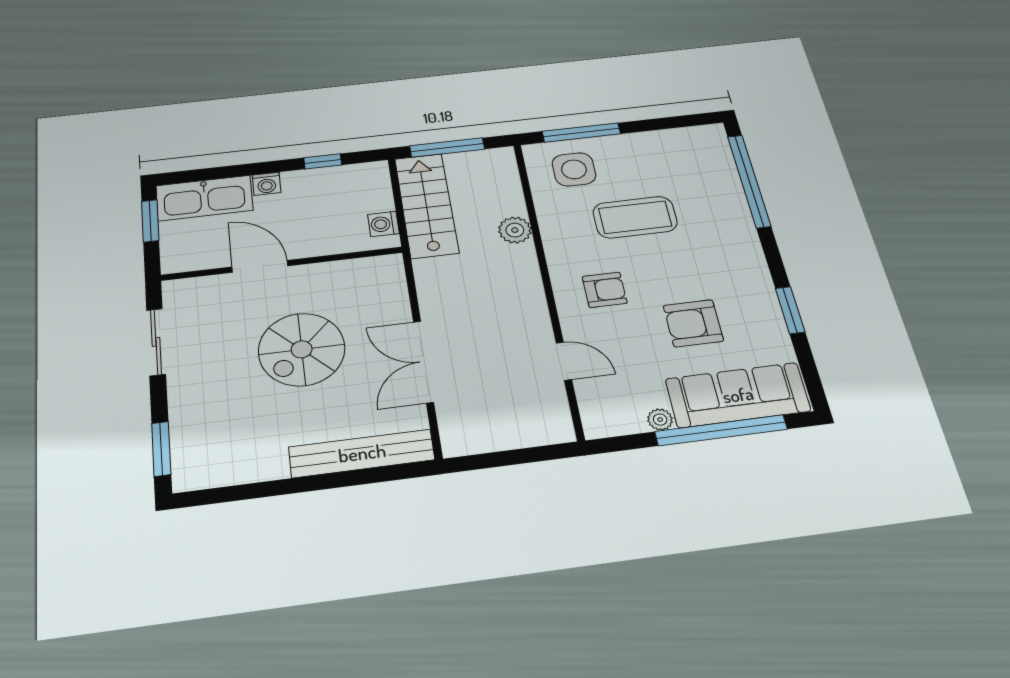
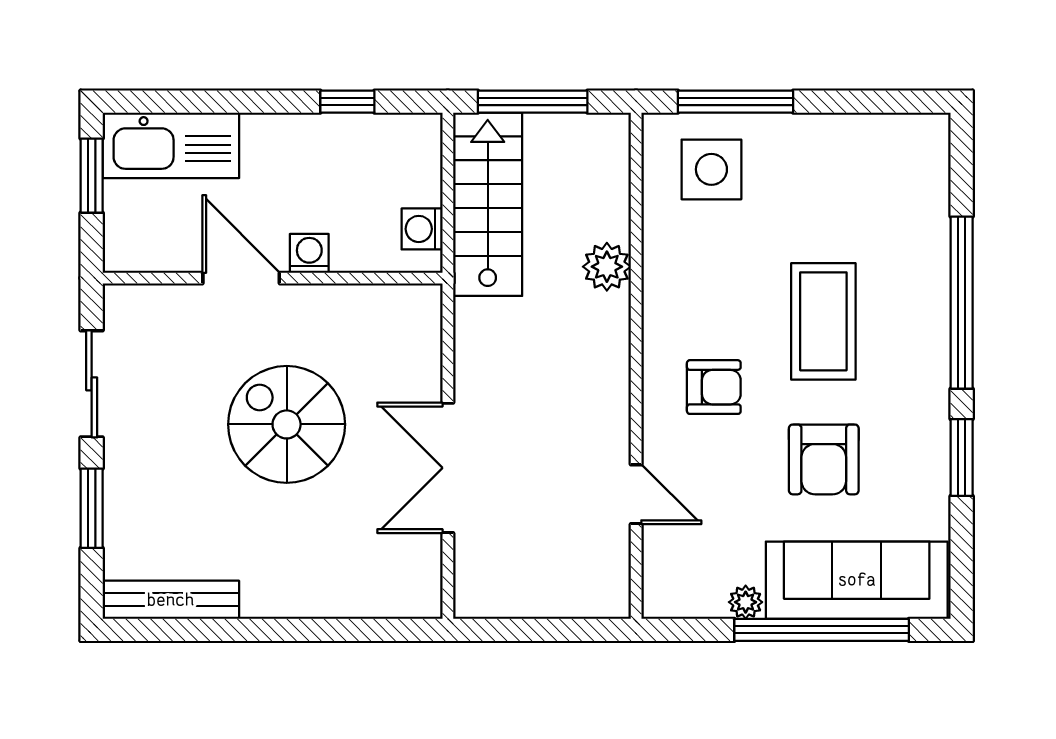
window: (749, 181) -> (962, 303), moved
washing machine: (267, 184) -> (309, 253), moved, turned 180
coffee table: (635, 217) -> (823, 321), moved, turned 90
armchair: (693, 323) -> (824, 459), turned -90
spiral stairs: (302, 349) -> (287, 424), turned 90
window: (161, 449) -> (92, 508), moved
bench: (362, 453) -> (171, 600), moved, width x0.73, depth x0.82

